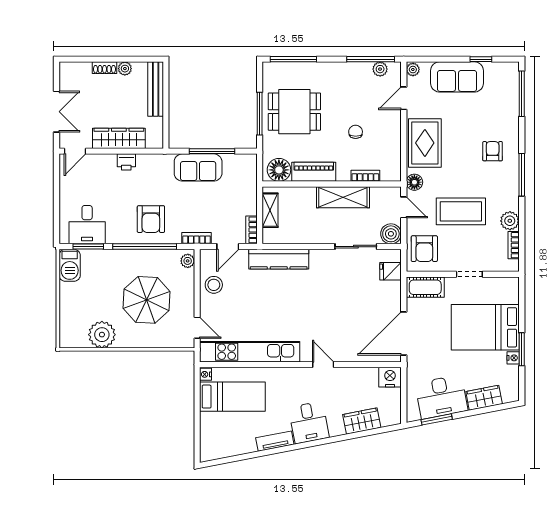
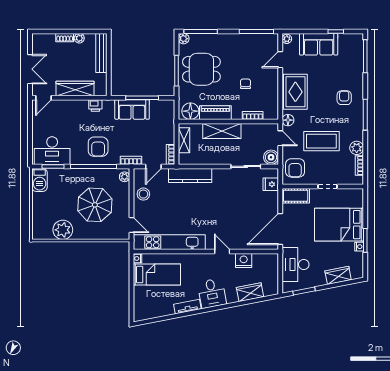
plant: (380, 69) -> (184, 39), moved
printer: (126, 162) -> (95, 105), moved
shelving: (343, 197) -> (222, 131), moved
desk: (87, 225) -> (52, 151), width x1.37
nightstand: (390, 377) -> (244, 261), moved
desk: (441, 397) -> (295, 265), moved, turned 101

